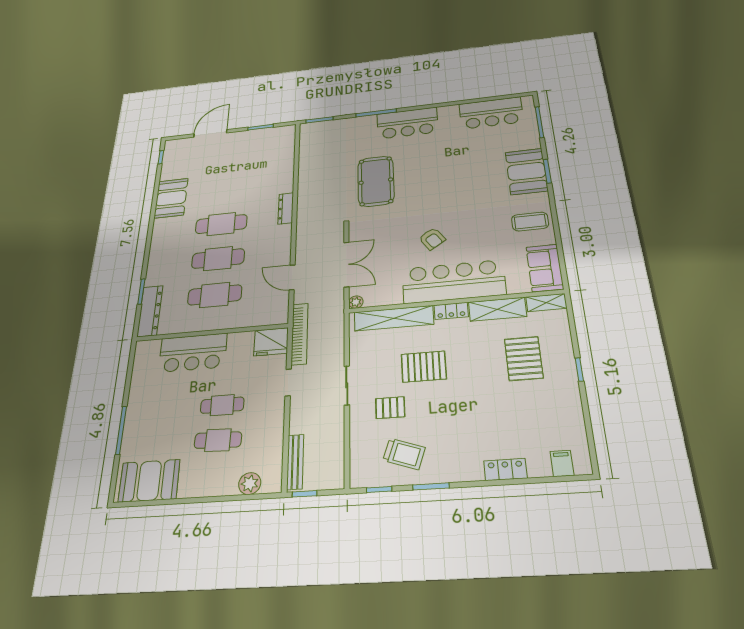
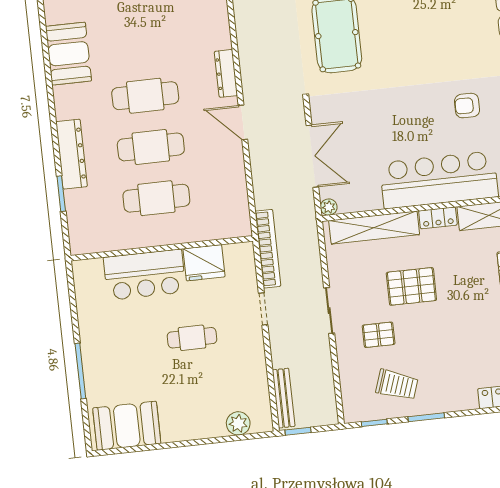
armchair: (432, 239) -> (467, 106), moved, turned 124
door: (292, 277) -> (243, 122), moved
dresser: (150, 311) -> (72, 154), moved
fridge: (271, 342) -> (204, 263), moved
cafe table: (218, 440) -> (195, 378), removed

